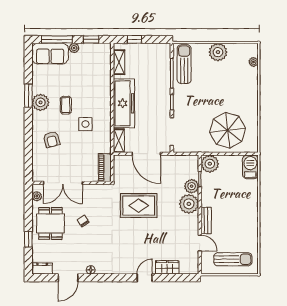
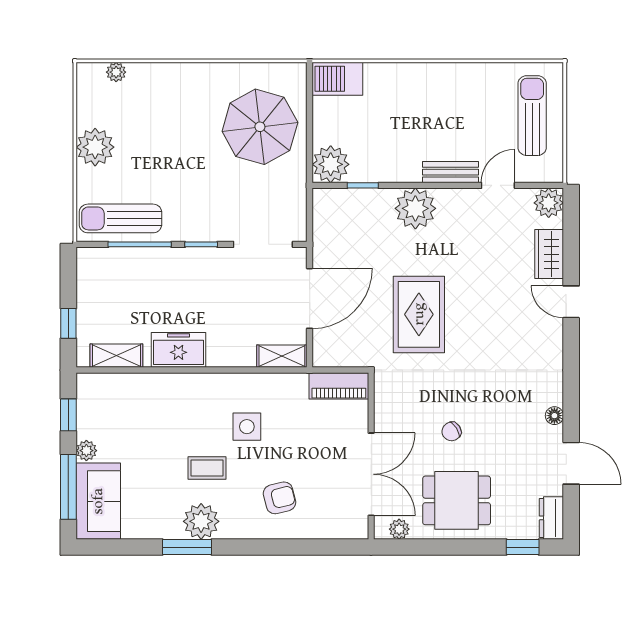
freezer: (124, 103) -> (178, 350), width x0.52, depth x0.79
plant: (192, 186) -> (549, 203), moved
window: (28, 239) -> (523, 547), moved

